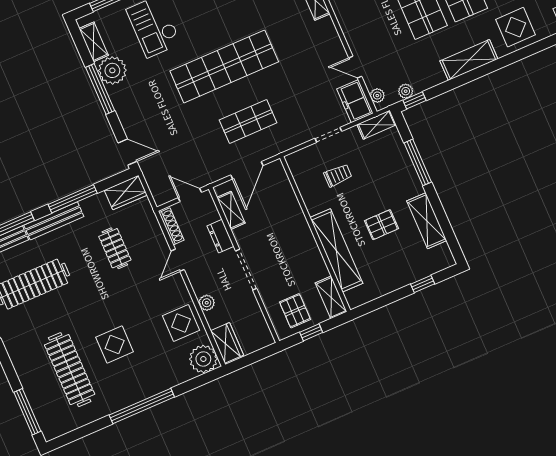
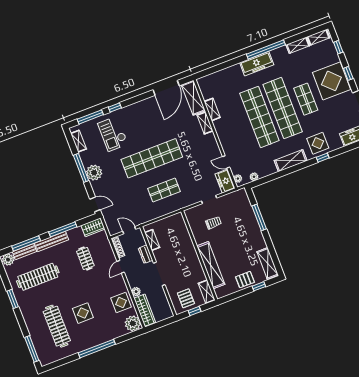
plant: (112, 70) -> (94, 173), moved
window: (415, 100) -> (323, 158), moved
shelving: (377, 125) -> (237, 195), removed
door: (247, 170) -> (162, 218), removed
shelving: (427, 221) -> (268, 263), moved
pallet: (382, 225) -> (245, 280), moved
wardrobe: (227, 343) -> (145, 310), width x1.50

